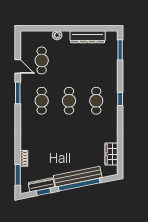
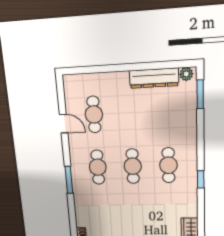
plant: (57, 35) -> (186, 74), moved
window: (18, 93) -> (69, 180), moved
window: (120, 99) -> (201, 179), moved

